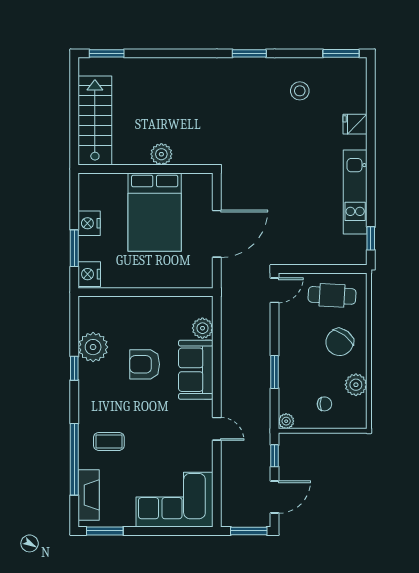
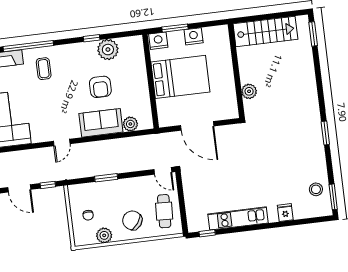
stool: (300, 91) -> (316, 189), moved
plant: (161, 154) -> (249, 91), moved
bed: (155, 212) -> (180, 77), moved, turned 180
armchair: (145, 364) -> (100, 87), turned 180
plant: (286, 421) -> (73, 190), removed

